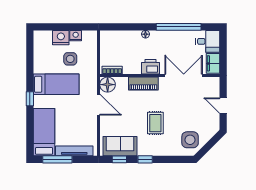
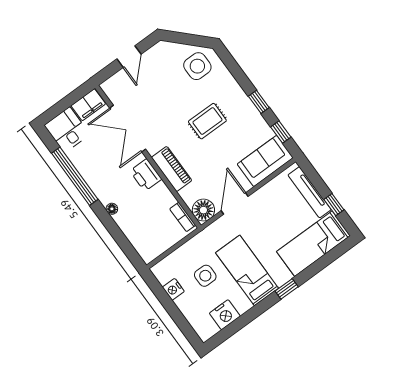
nightstand: (61, 38) -> (225, 315), moved, turned -90
sofa: (120, 146) -> (265, 161), moved, turned 90
window: (57, 159) -> (334, 205), width x0.46

